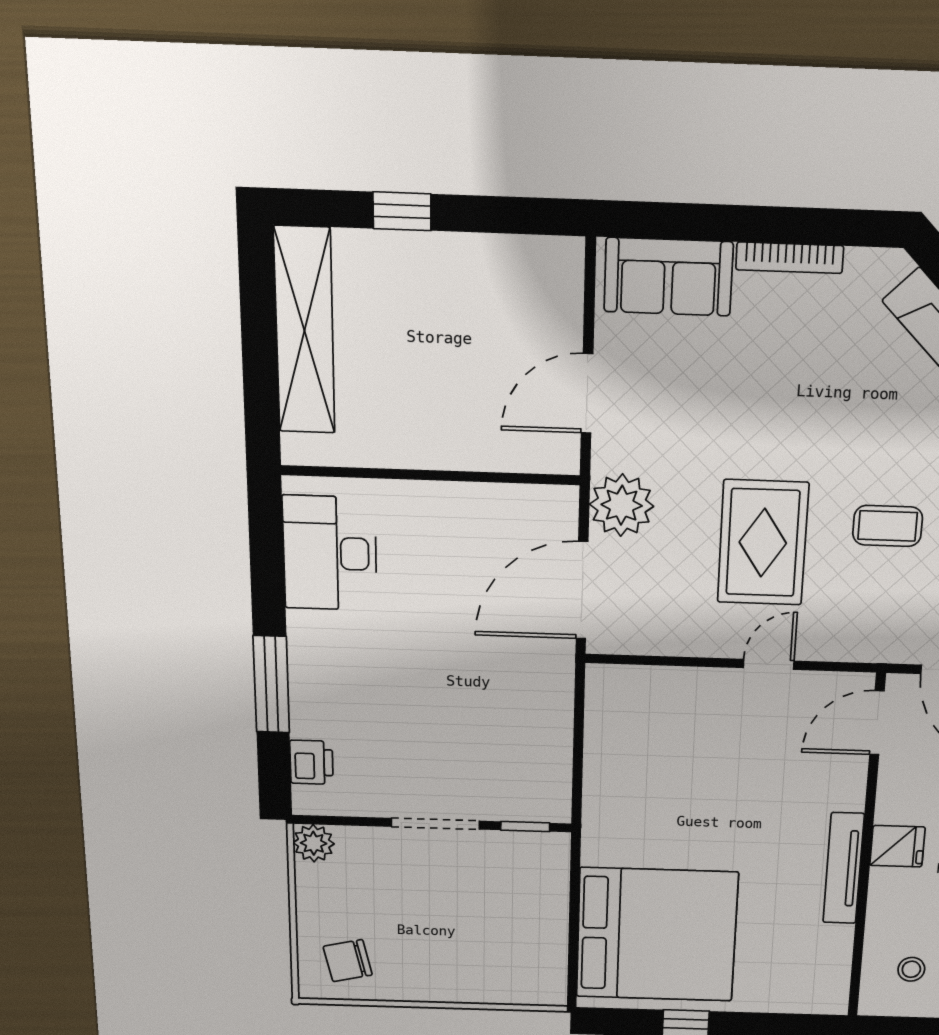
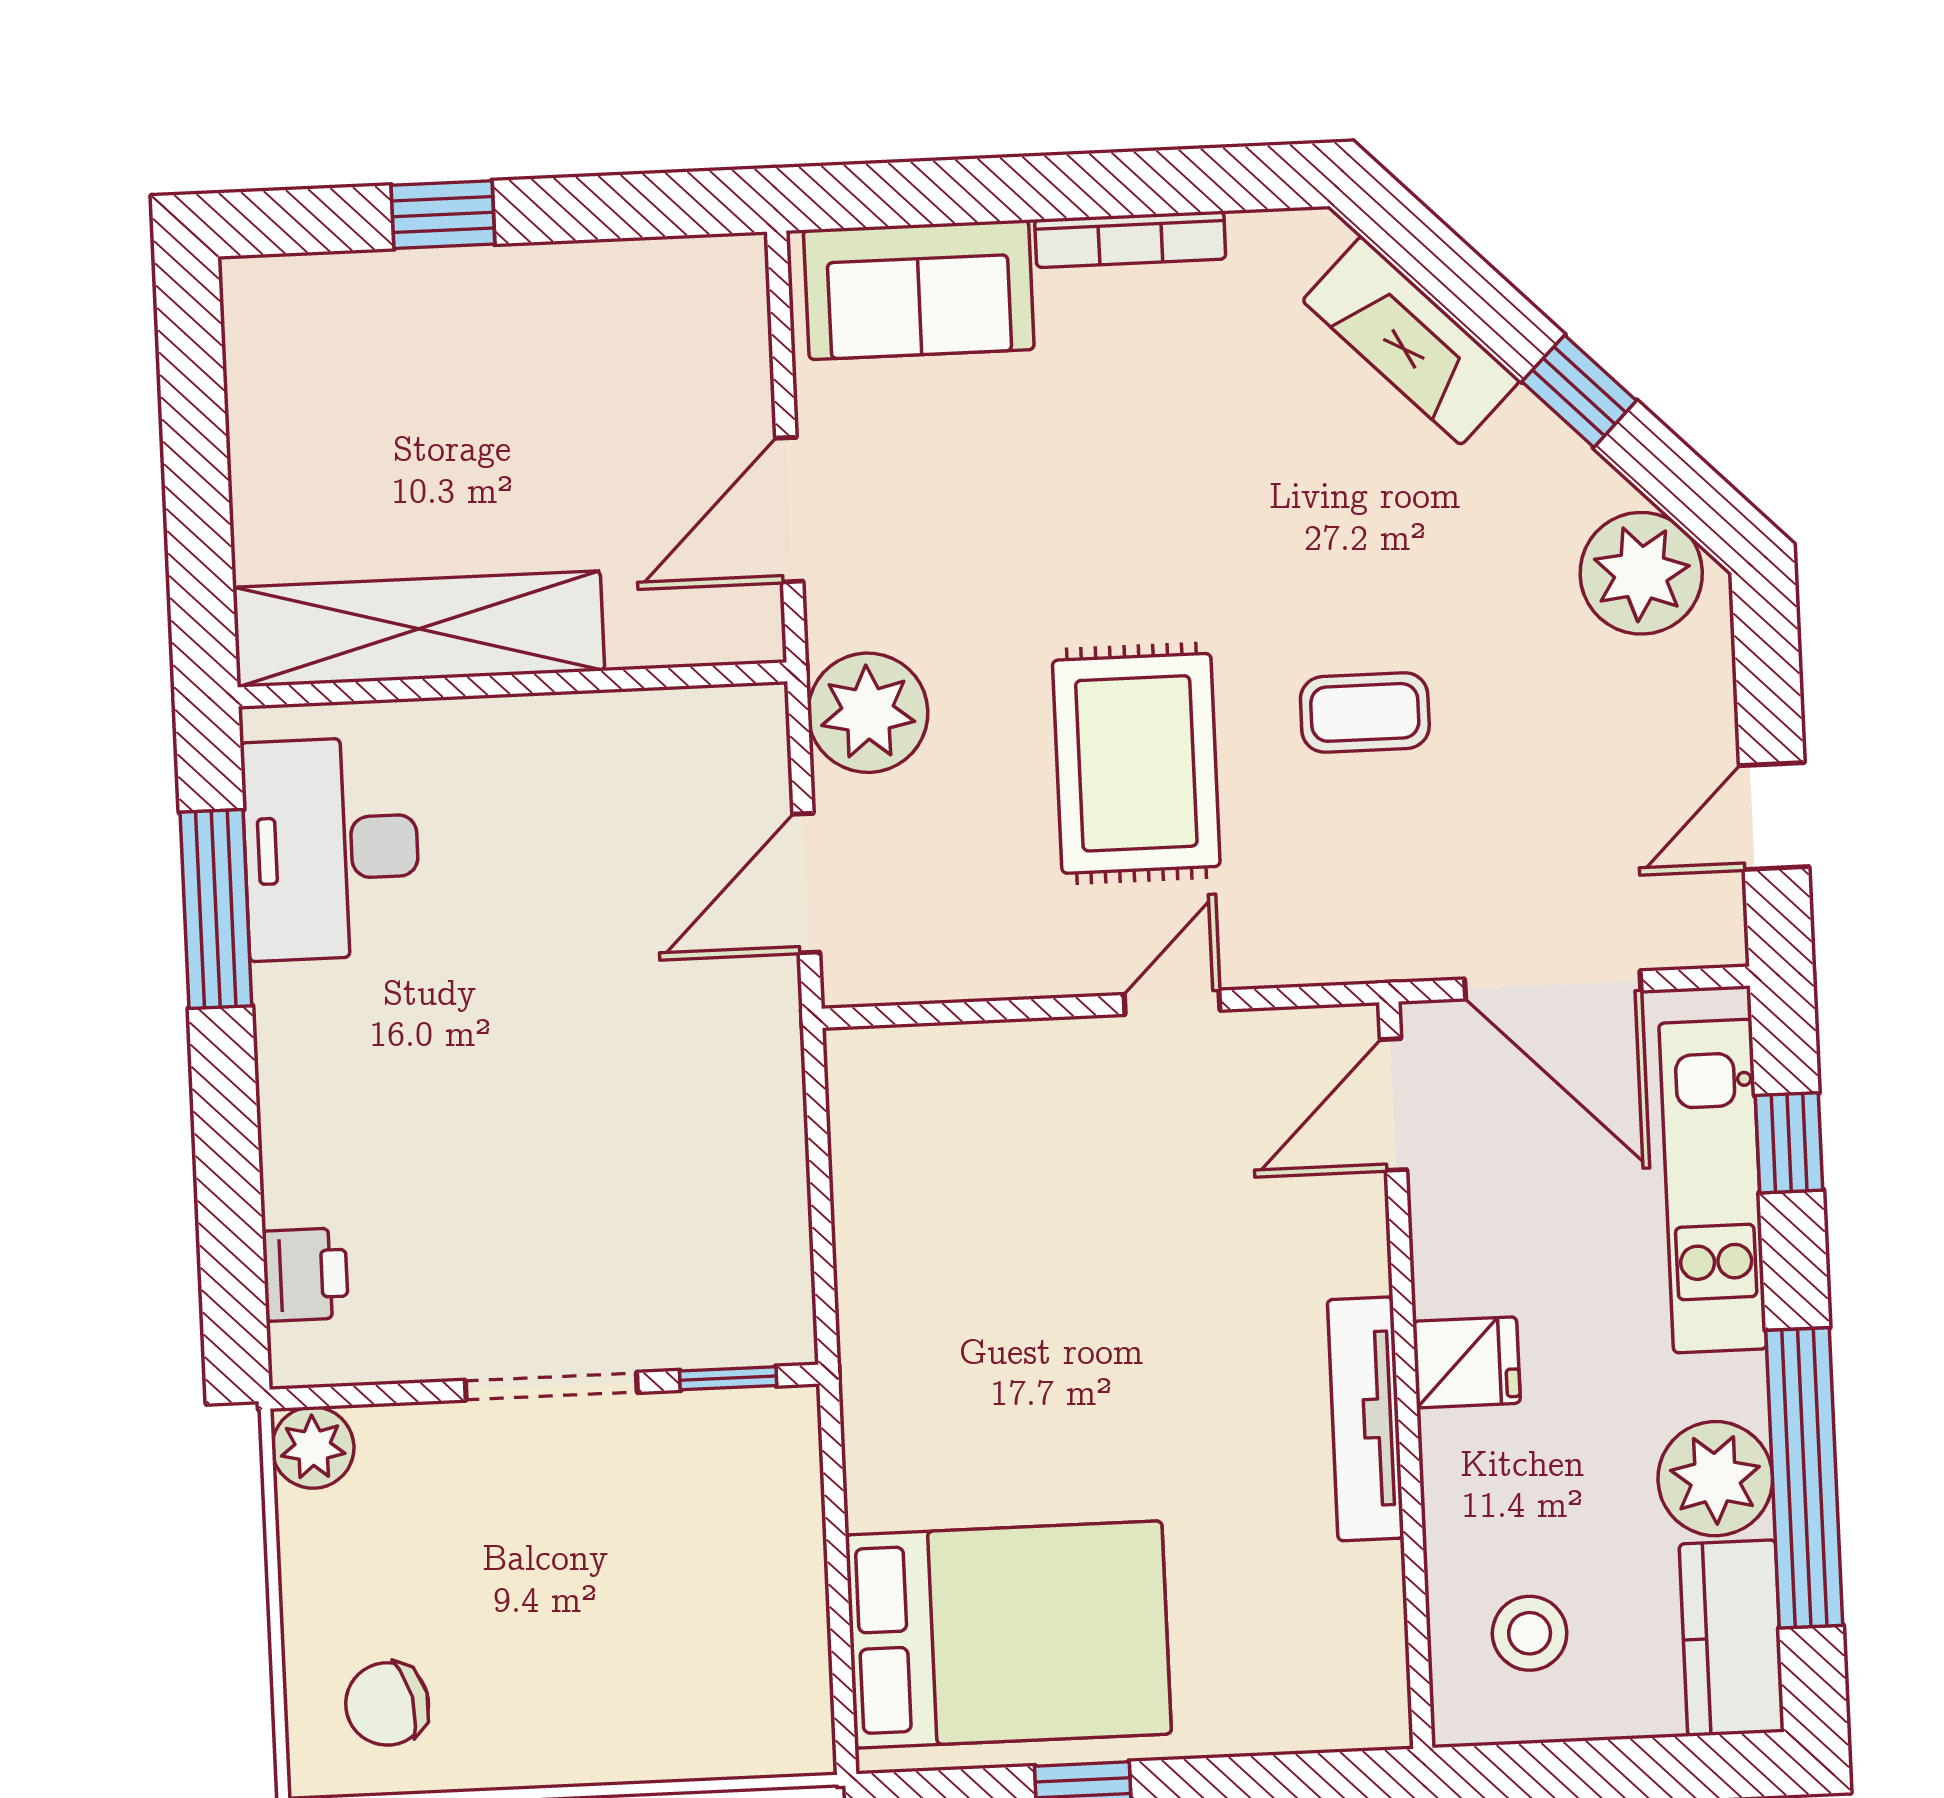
shelving: (305, 331) -> (419, 629), moved, turned 90
door: (582, 590) -> (806, 883), width x0.73
window: (271, 684) -> (216, 909), moved
bed: (657, 935) -> (1008, 1635), width x0.73
stool: (911, 969) -> (1530, 1633), width x1.37, depth x1.37

